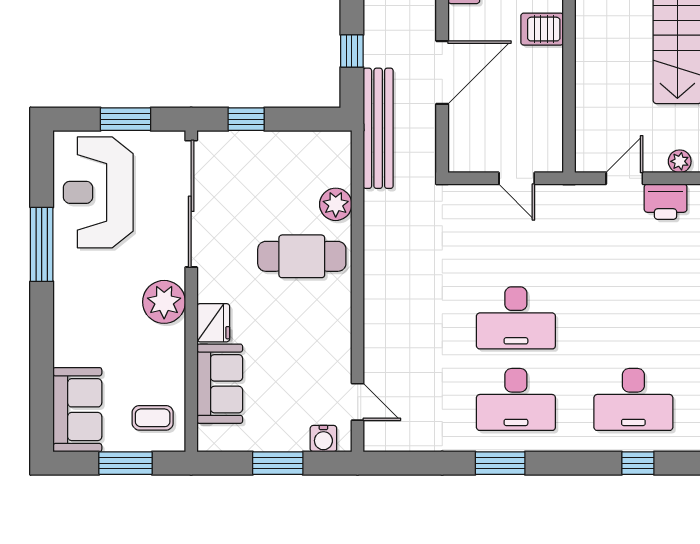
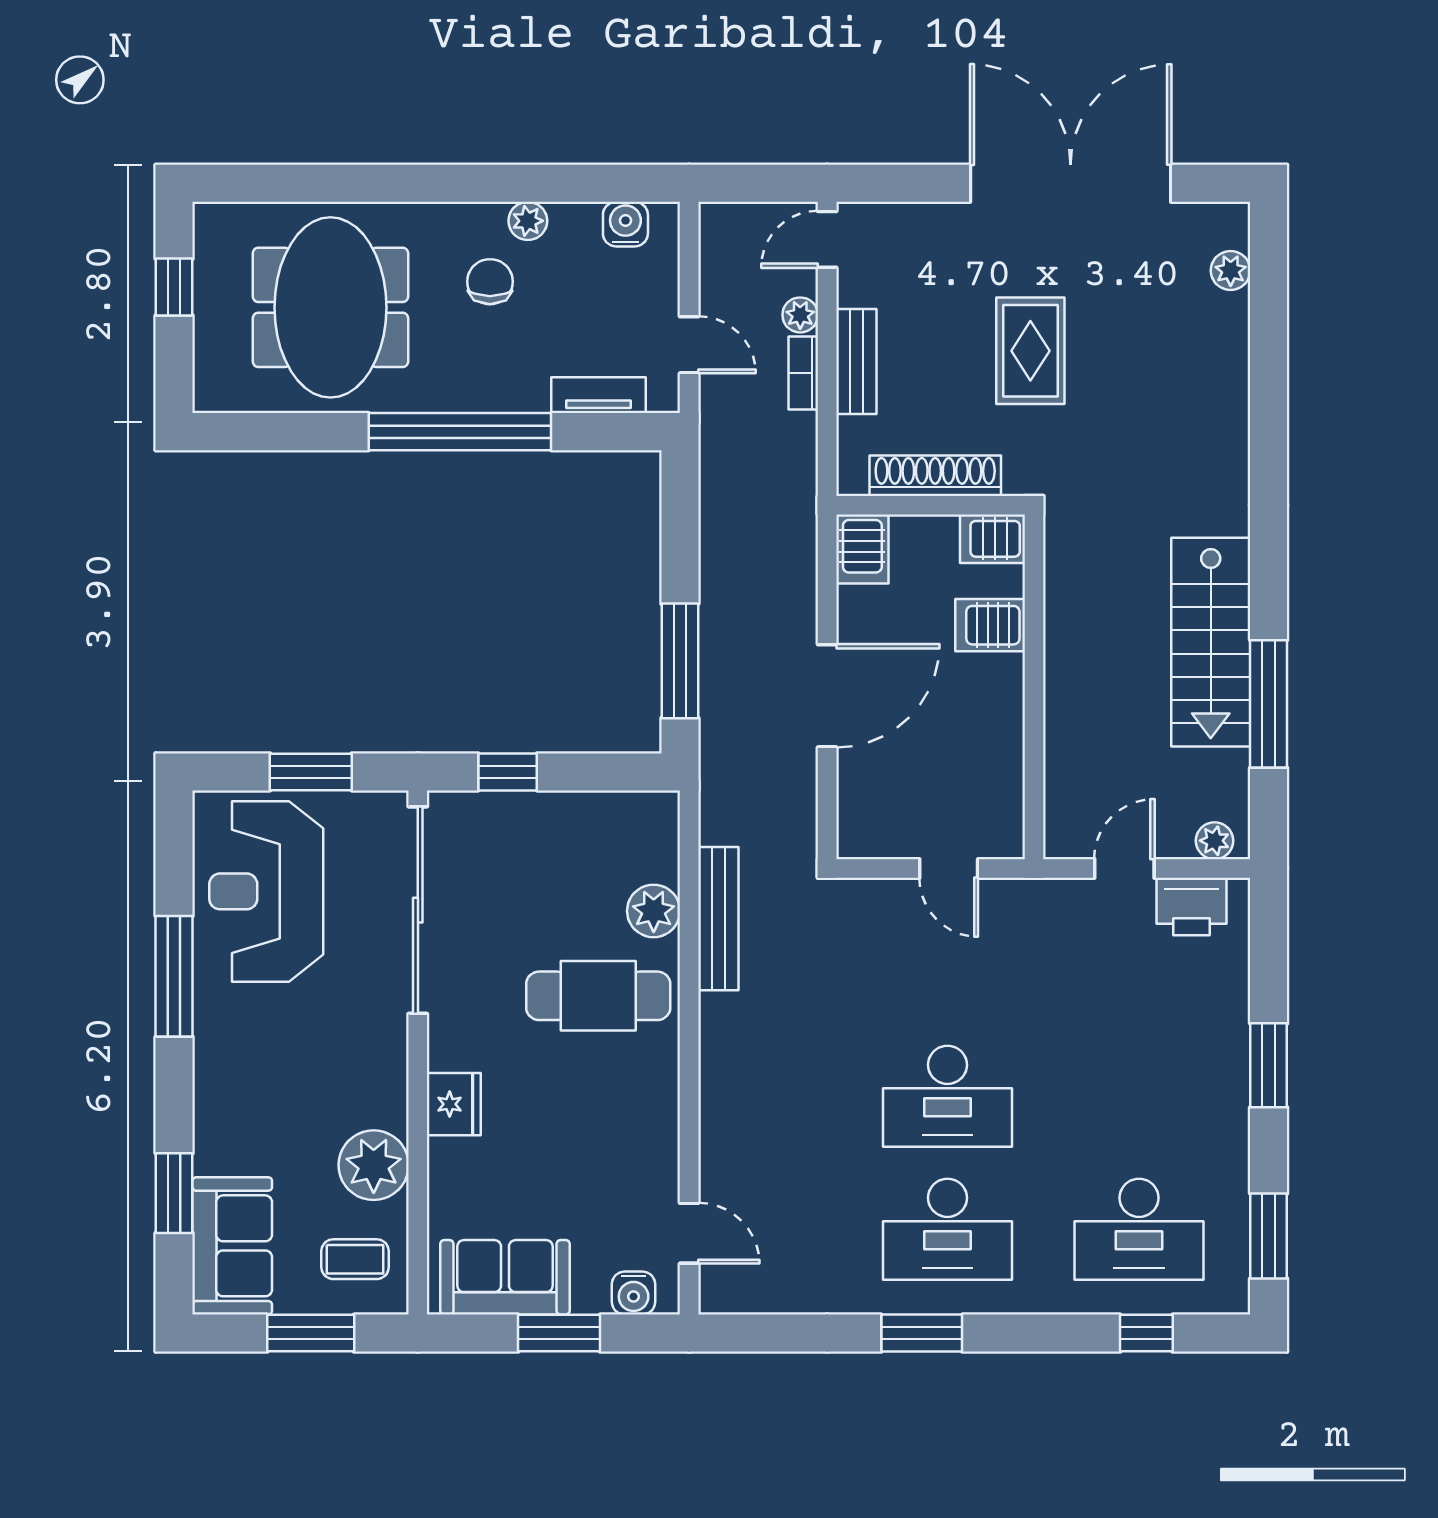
window: (352, 51) -> (680, 661), width x2.17
bench: (378, 128) -> (718, 919), moved, width x0.73, depth x0.82
plant: (164, 302) -> (374, 1165), moved
window: (42, 377) -> (174, 1193), added
sofa: (220, 384) -> (505, 1277), moved, turned -90

